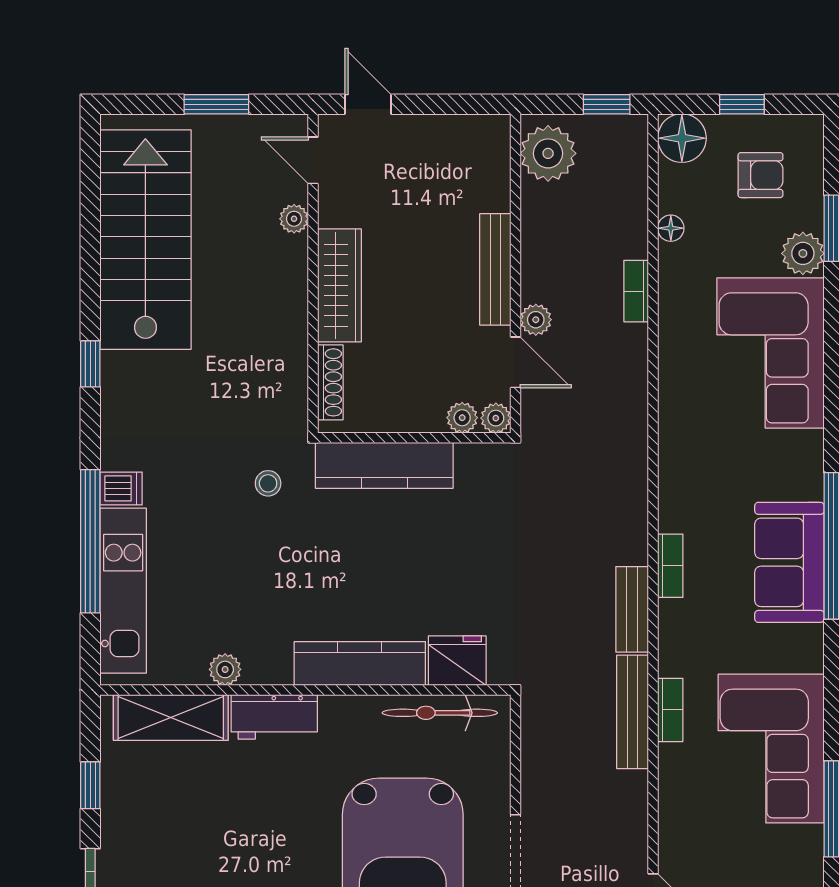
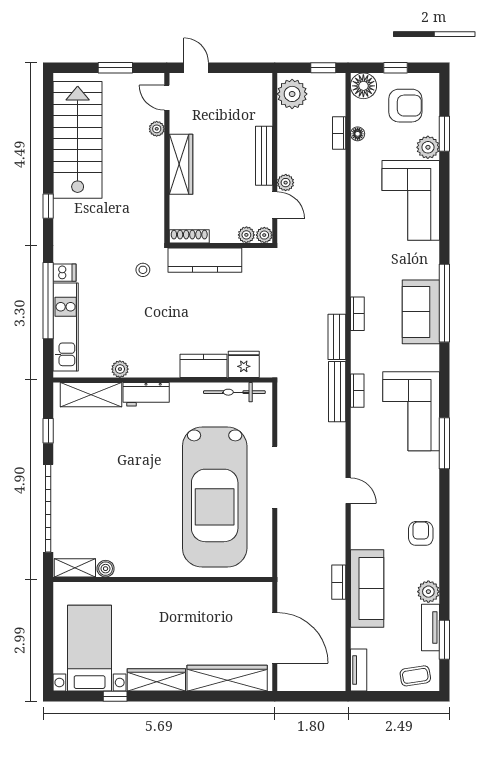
armchair: (761, 175) -> (405, 106), width x1.38, depth x1.38
bookcase: (636, 291) -> (339, 133), moved
shoe rack: (330, 382) -> (189, 236), moved, turned -90
kitchen counter: (360, 663) -> (203, 366), width x0.67

